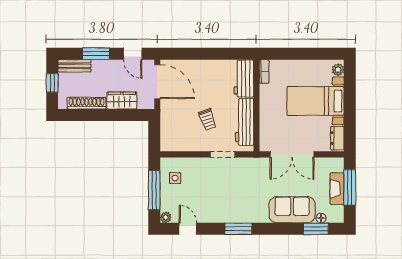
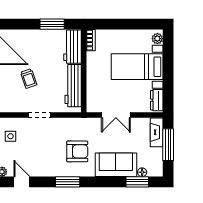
window: (221, 54) -> (52, 24), added
trolley: (208, 120) -> (29, 79), moved
doorway: (222, 154) -> (39, 115), moved
double door: (292, 154) -> (116, 115), width x0.73
fireplace: (337, 189) -> (157, 132), moved
armchair: (249, 195) -> (77, 151), added

